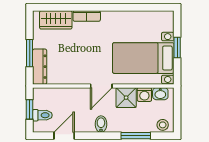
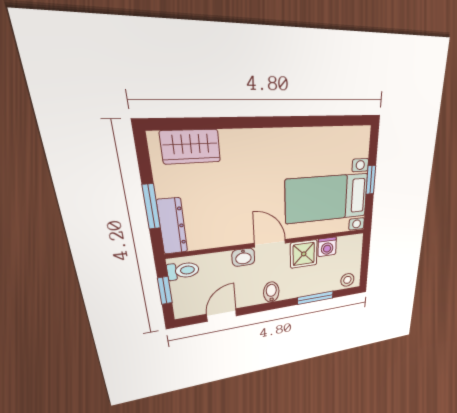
bookcase: (87, 16) -> (243, 138), removed
door: (101, 86) -> (270, 243), swing flipped
washbasin: (160, 94) -> (243, 257), moved
toilet: (42, 115) -> (183, 271), moved

